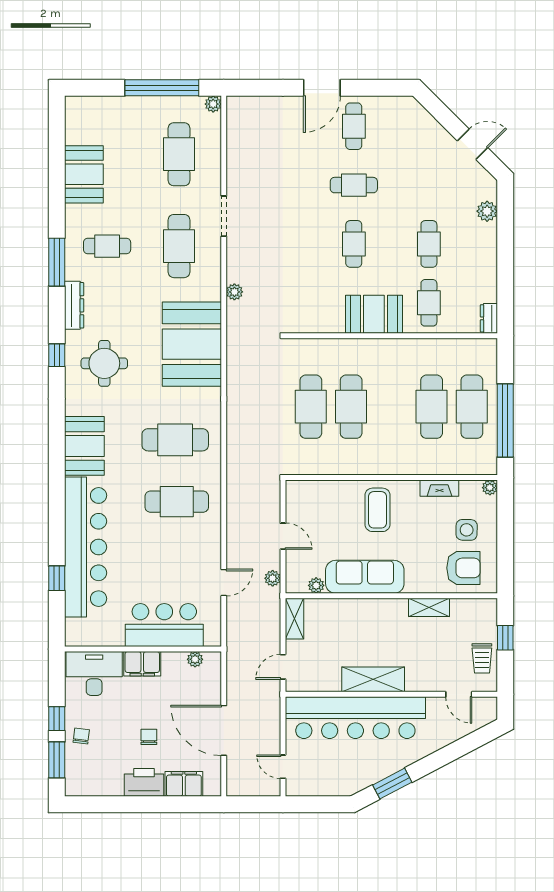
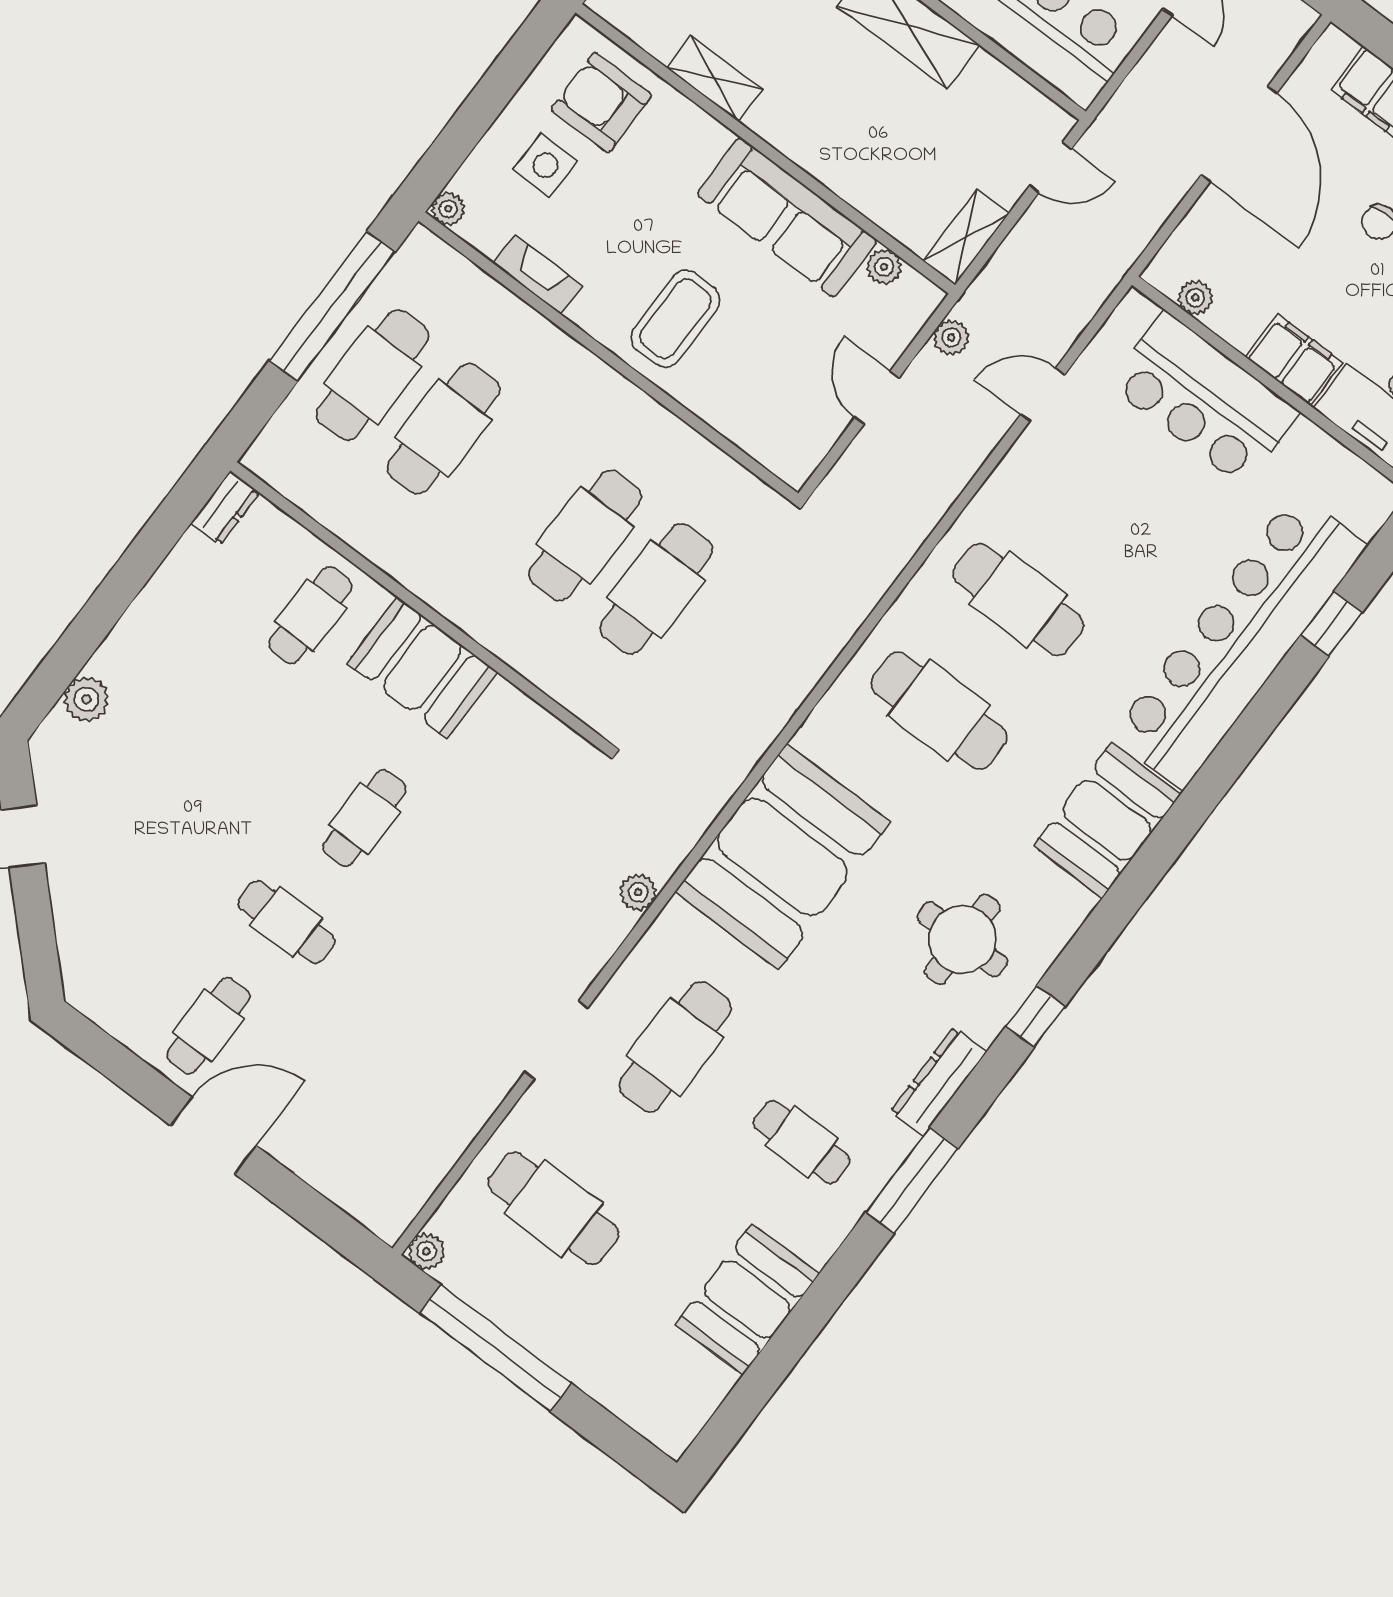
cafe table: (179, 154) -> (553, 1208), turned 90
cafe table: (429, 244) -> (232, 719), removed

